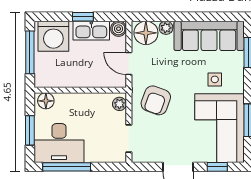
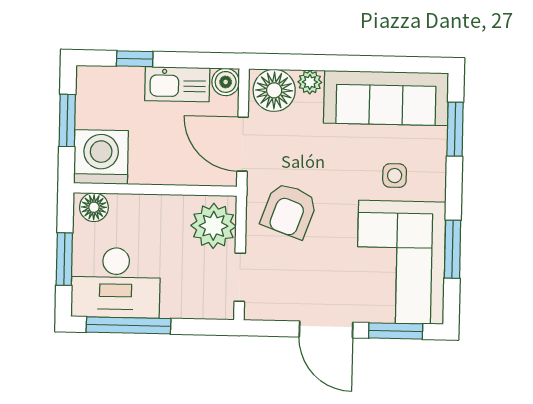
window: (83, 17) -> (135, 59), moved
washing machine: (53, 36) -> (101, 157), moved, turned 180
window: (30, 52) -> (67, 120), width x0.69
door: (129, 64) -> (243, 144), width x1.38
plant: (119, 104) -> (213, 226), width x1.88, depth x1.88
window: (217, 167) -> (396, 331), width x1.50

